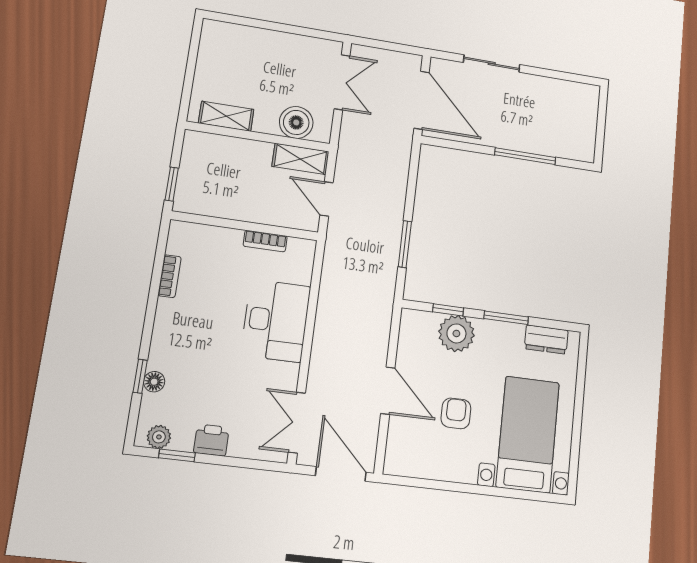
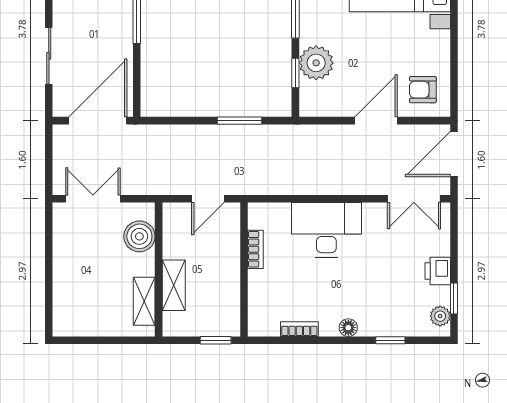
shelving: (300, 159) -> (174, 285), moved
floor lamp: (154, 382) -> (348, 328), moved
armchair: (456, 413) -> (423, 90), moved

